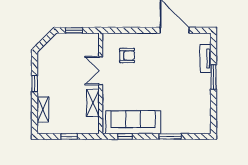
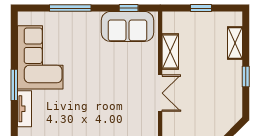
armchair: (127, 55) -> (126, 113), removed
corner sofa: (193, 98) -> (40, 57), added
sofa: (133, 122) -> (128, 26), width x0.73
window: (170, 136) -> (70, 8), width x1.44

